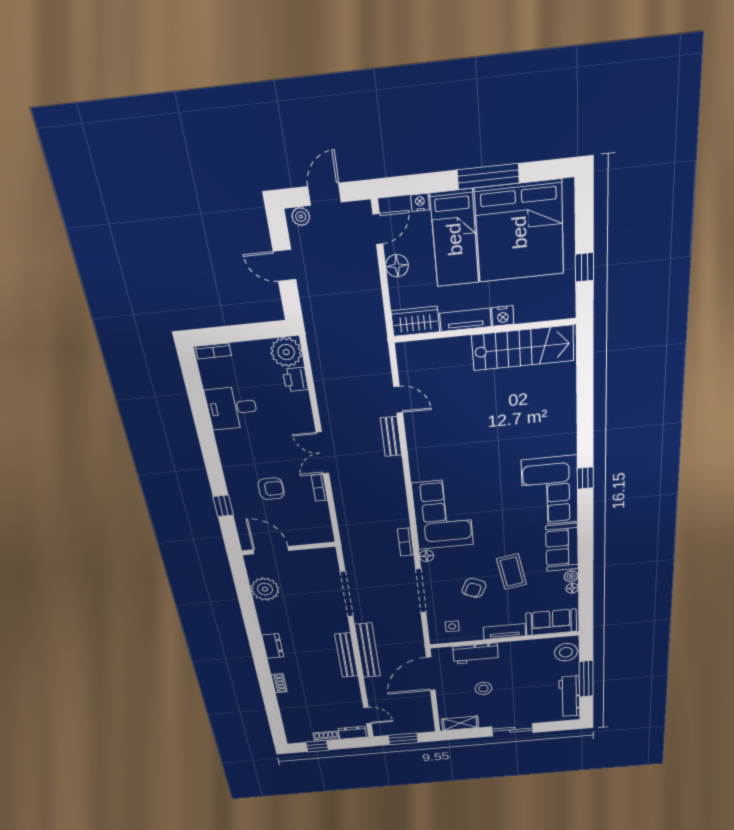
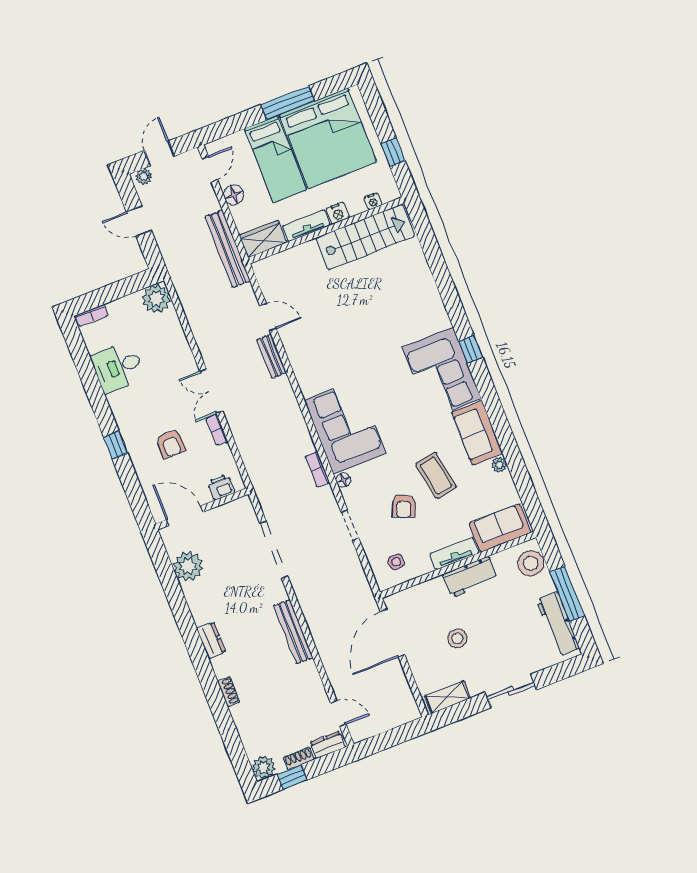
nightstand: (420, 202) -> (373, 201), moved, turned 180
printer: (295, 379) -> (221, 487), moved, turned 90
armchair: (271, 489) -> (171, 444), turned 90
window: (223, 506) -> (116, 445), moved
floor lamp: (572, 588) -> (506, 479), removed
doorway: (421, 591) -> (350, 525), width x0.53
bench: (368, 650) -> (228, 249), moved
workbench: (476, 654) -> (470, 577), moved
plant: (295, 736) -> (264, 767), added
window: (403, 739) -> (389, 739), removed

